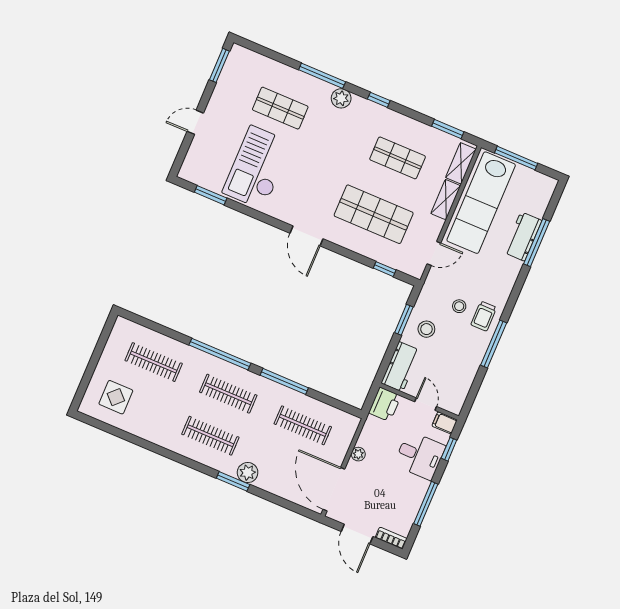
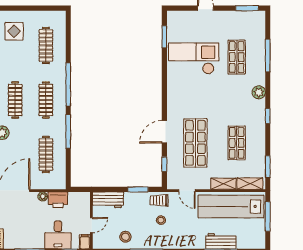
window: (322, 76) -> (268, 55), moved
door: (307, 236) -> (164, 132), moved
trolley: (484, 316) -> (159, 200), moved
stool: (426, 329) -> (125, 237), moved
printer: (385, 404) -> (58, 200), moved

